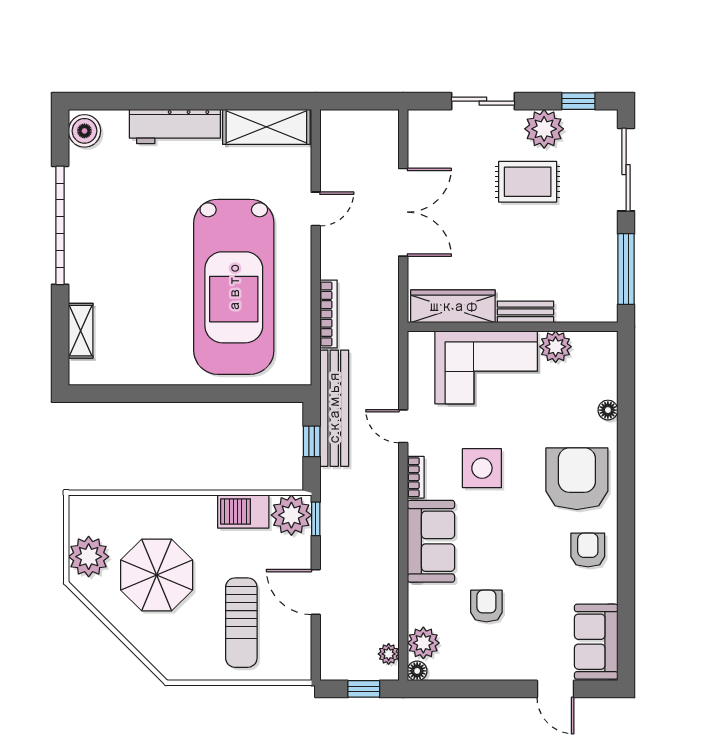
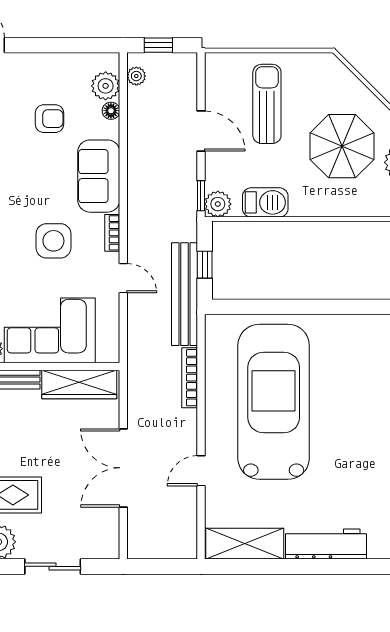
plant: (291, 515) -> (218, 204), width x0.73, depth x0.73
armchair: (486, 606) -> (50, 119), turned -90
floor lamp: (417, 671) -> (111, 111), moved

